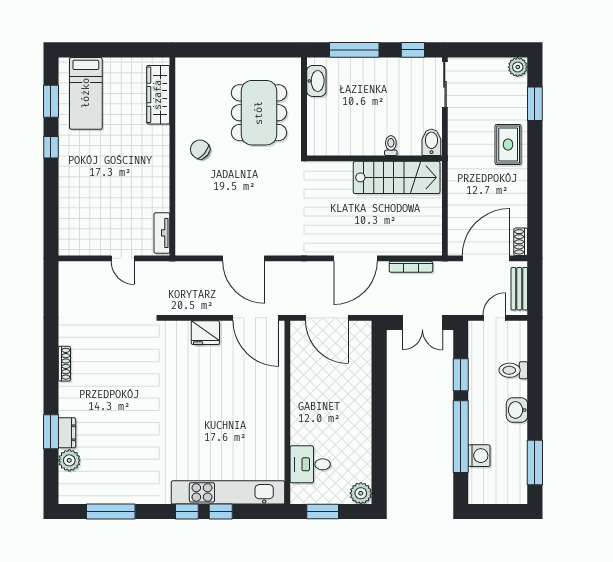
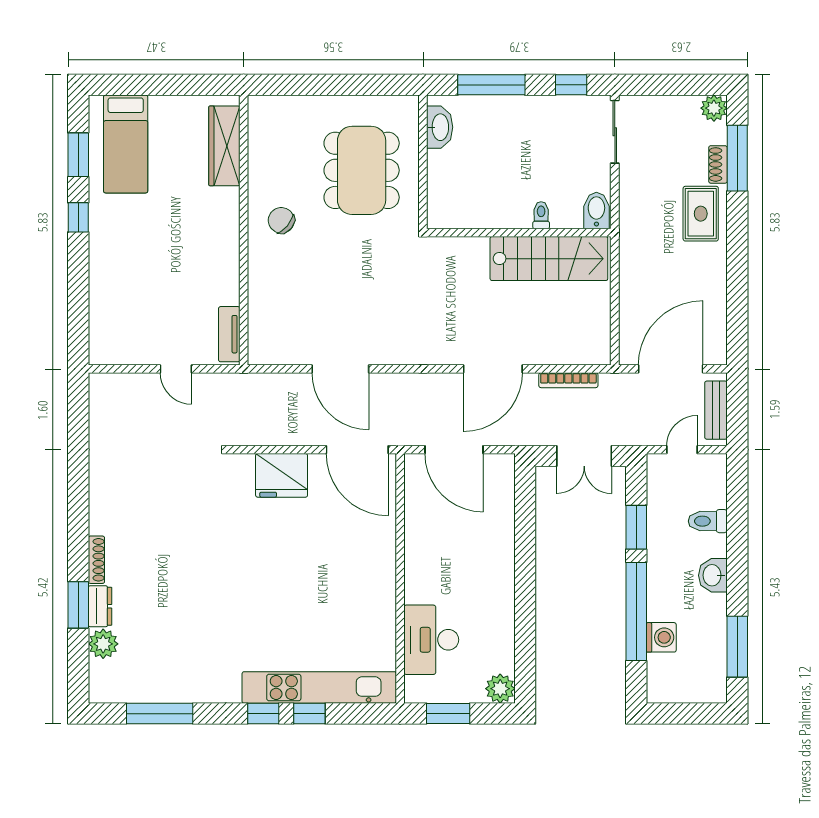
window: (535, 104) -> (737, 158), width x1.44
shoe rack: (521, 242) -> (718, 164), moved
fridge: (205, 333) -> (282, 475), width x1.36, depth x1.34
shoe rack: (64, 364) -> (96, 560), moved
desk: (310, 464) -> (431, 640), width x1.37

